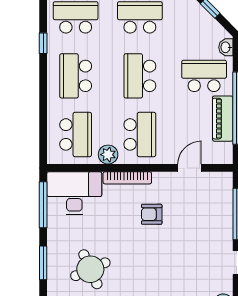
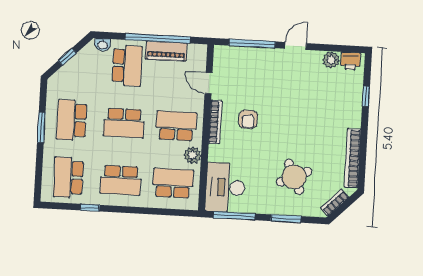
school desk: (204, 76) -> (127, 66), turned 180
bookcase: (127, 178) -> (215, 122), moved

